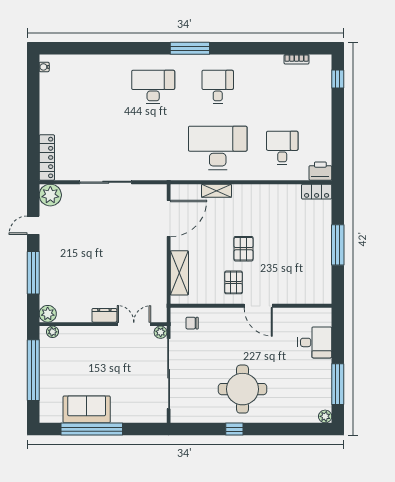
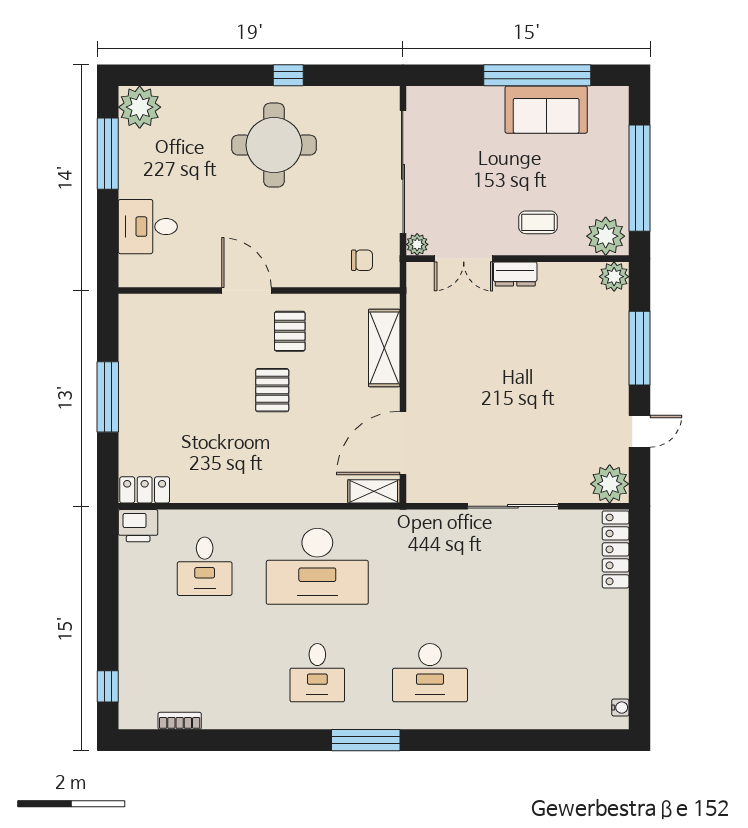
shelving: (216, 191) -> (374, 491), moved
plant: (53, 332) -> (606, 236), width x1.87, depth x1.87
coffee table: (91, 345) -> (538, 222), added
plant: (325, 416) -> (140, 107), width x1.88, depth x1.88

